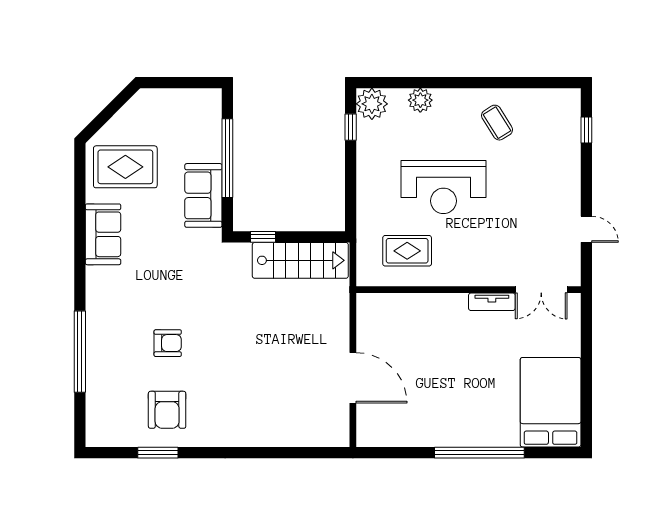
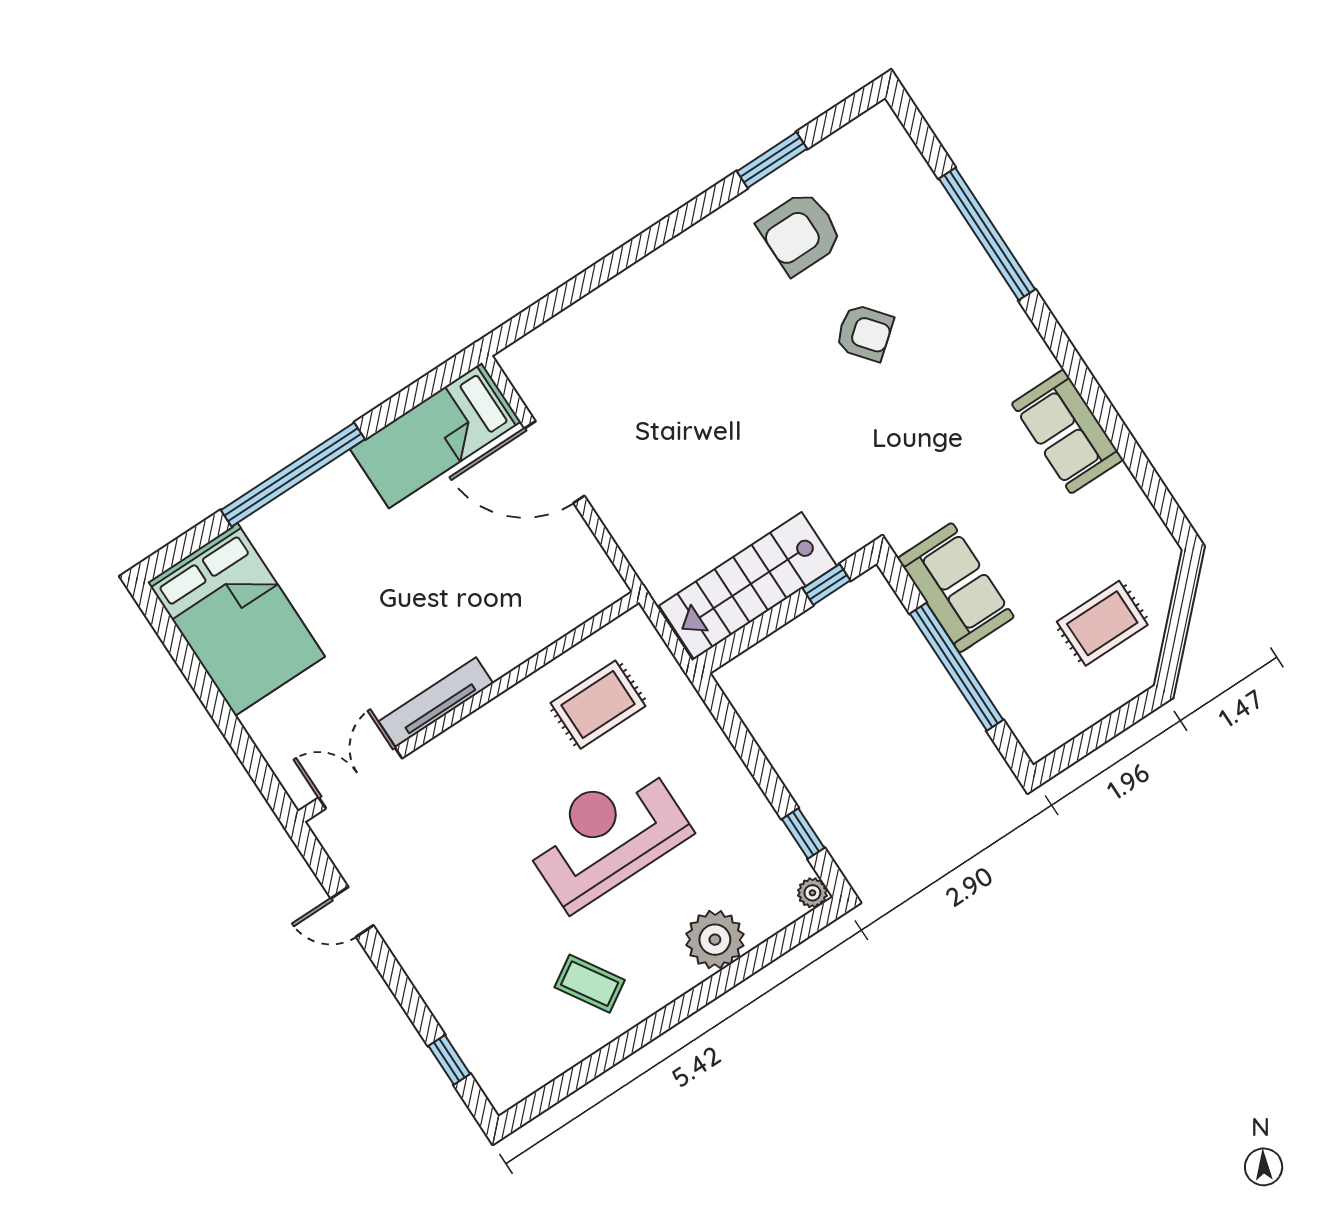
plant: (420, 100) -> (715, 940), width x1.36, depth x1.36
plant: (372, 104) -> (812, 893), width x0.53, depth x0.53
rug: (125, 167) -> (1102, 623), moved, width x0.73, depth x0.70
tv unit: (492, 302) -> (436, 702), width x1.41
armchair: (168, 343) -> (864, 333), turned -129
armchair: (167, 410) -> (800, 233), turned -90
bed: (401, 427) -> (435, 435), added

